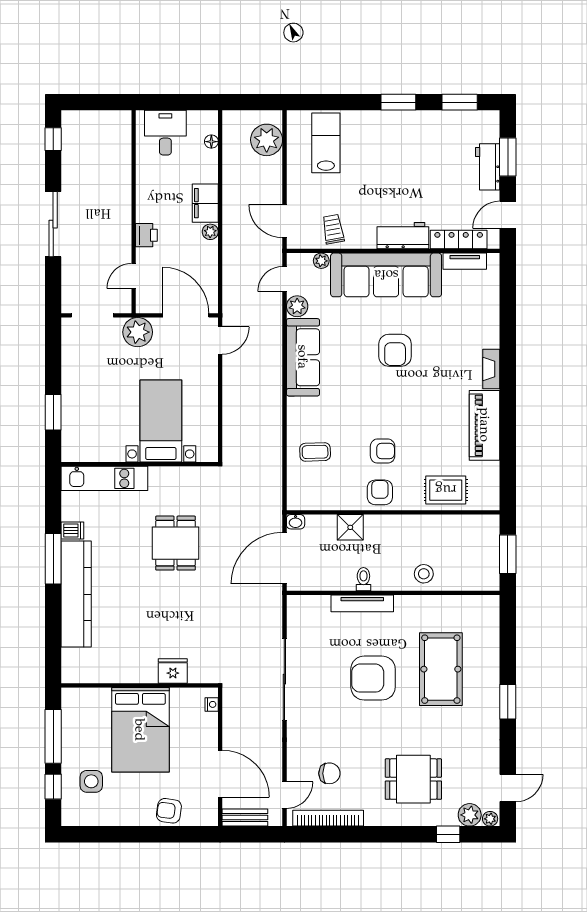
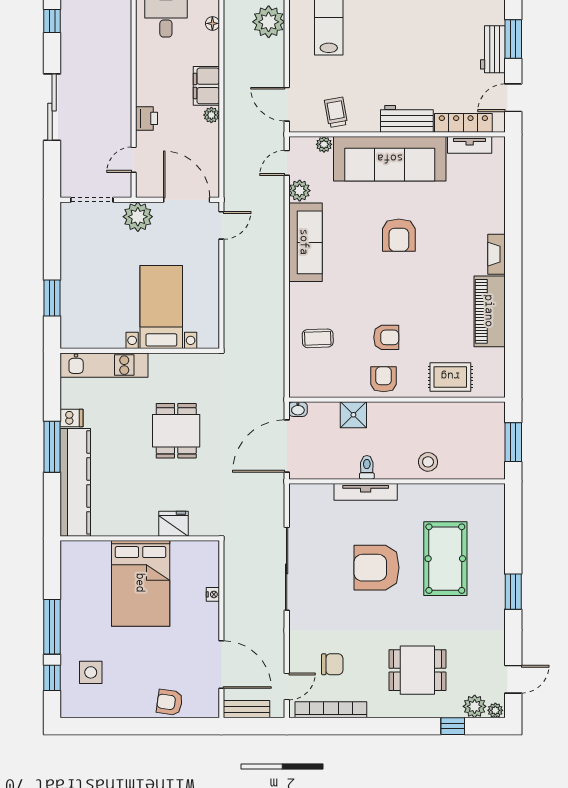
fridge: (173, 671) -> (173, 524), moved
wall: (140, 685) -> (140, 538), moved
bed: (140, 730) -> (141, 583), moved

